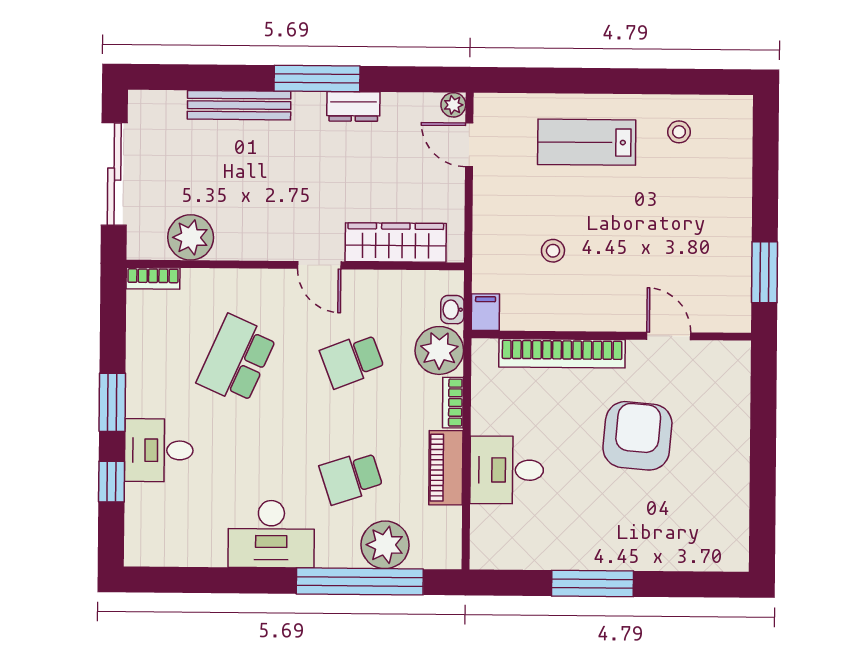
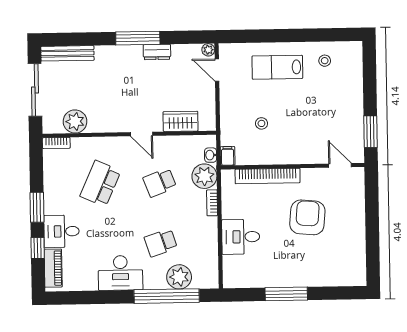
bench: (239, 105) -> (67, 53), moved
wardrobe: (396, 243) -> (181, 121), width x0.67
door: (669, 336) -> (340, 165), moved
piano: (446, 468) -> (53, 268), moved, turned 180

